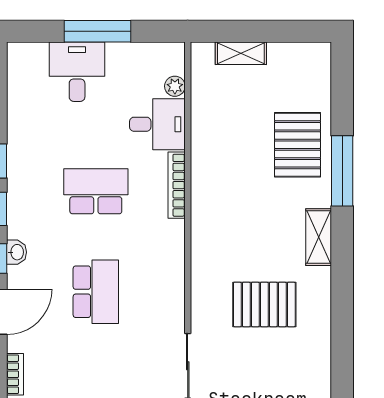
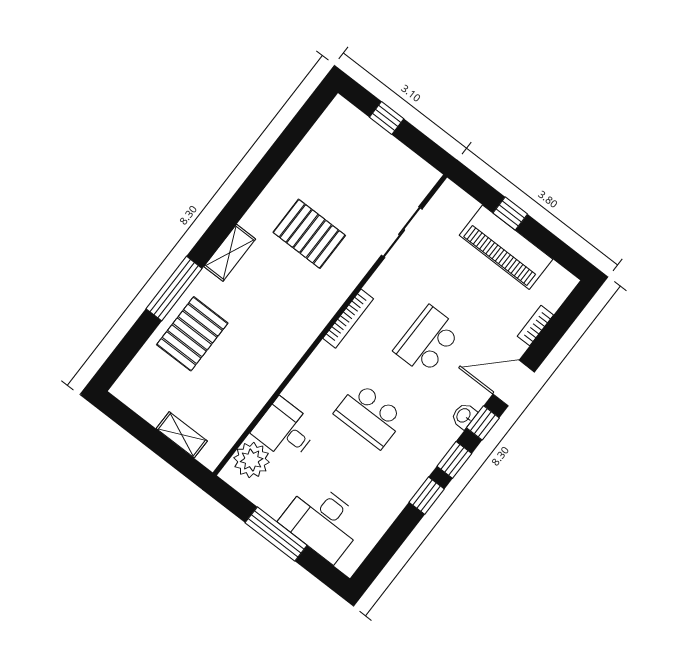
desk: (77, 72) -> (322, 521), width x1.37
plant: (175, 86) -> (252, 460), width x1.88, depth x1.88
bookcase: (177, 185) -> (348, 319), moved

